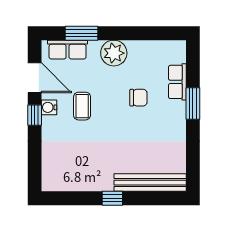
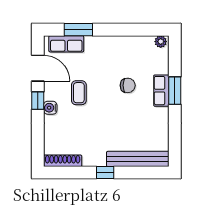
plant: (114, 53) -> (161, 42), moved, width x0.53, depth x0.53
row of seats: (177, 82) -> (161, 91), moved
water cooler: (49, 107) -> (50, 108), moved
shoe rack: (63, 185) -> (63, 161), added

